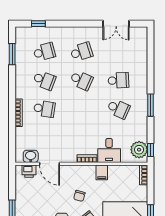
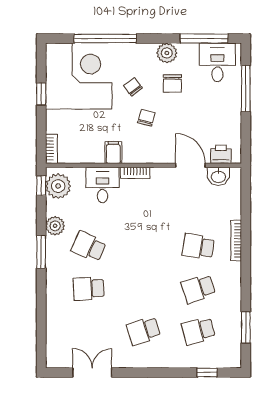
school desk: (44, 80) -> (198, 289), turned -39
school desk: (81, 80) -> (143, 289), removed
plant: (141, 123) -> (55, 226), added

